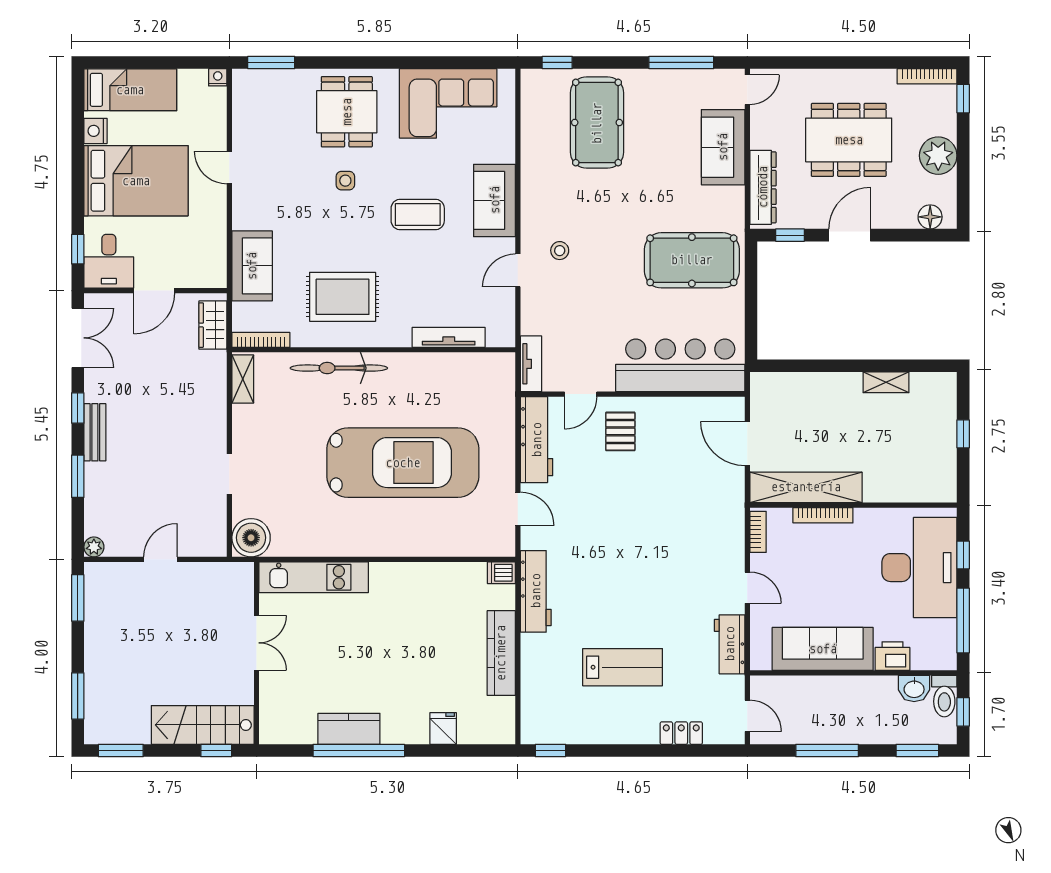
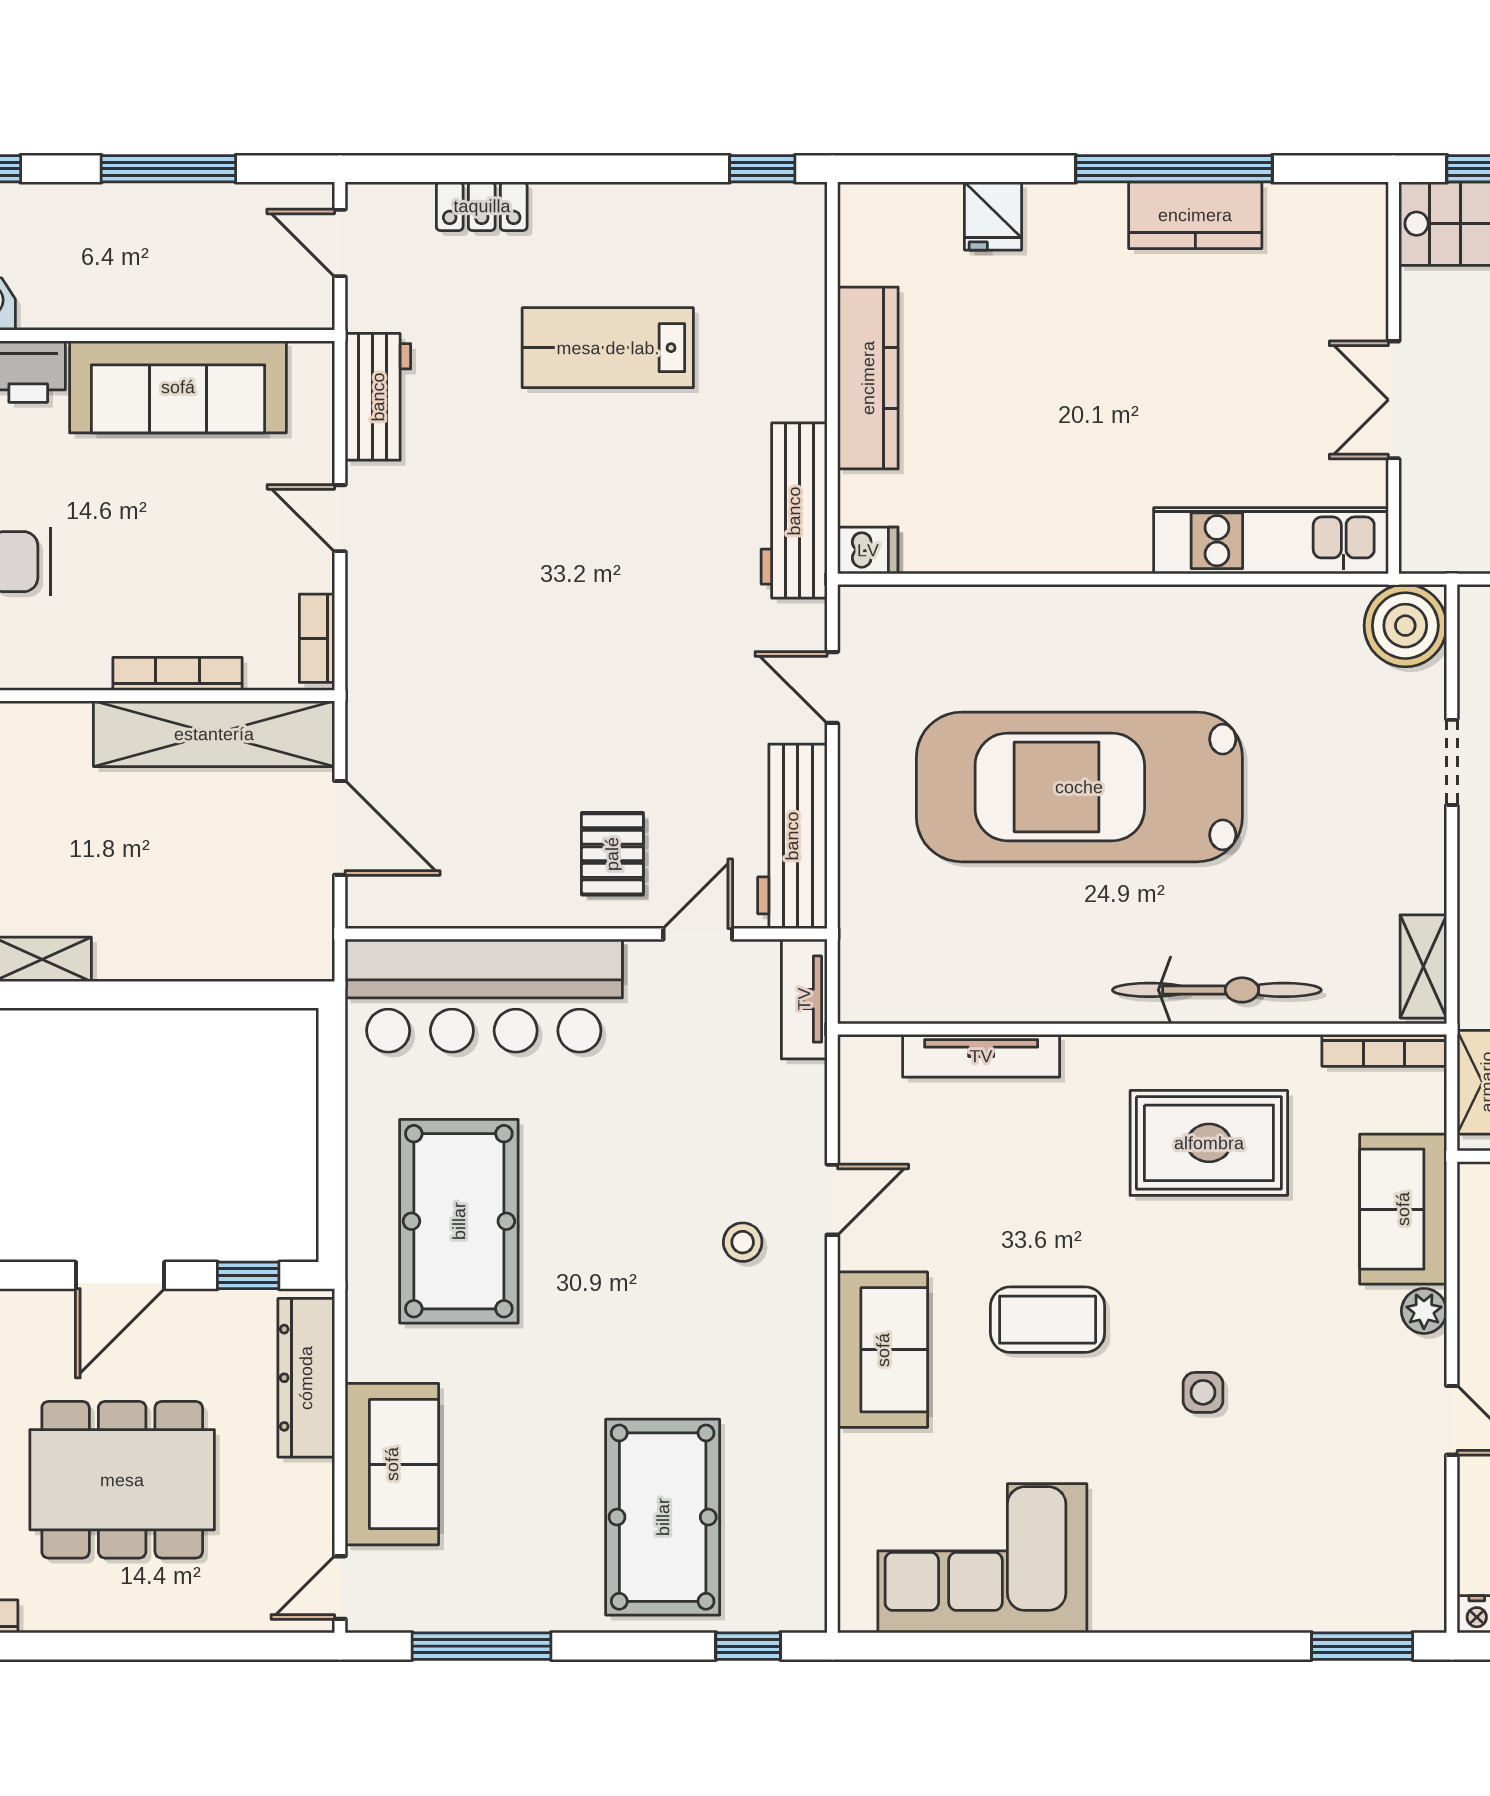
dining table: (347, 112) -> (1200, 1540), removed
plant: (242, 219) -> (1424, 1311), added
pool table: (692, 260) -> (459, 1221), turned 90

